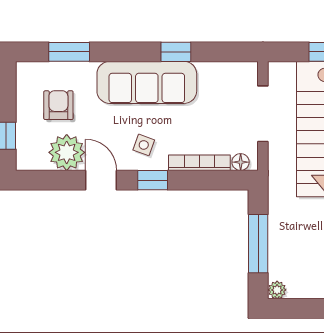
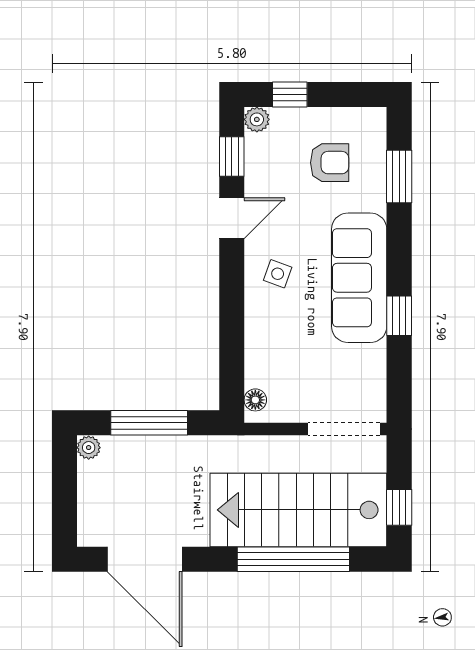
doorway: (263, 114) -> (344, 429), moved
plant: (67, 152) -> (257, 119), moved, width x0.53, depth x0.53
bookcase: (199, 163) -> (254, 346), removed
window: (153, 180) -> (232, 156), moved

